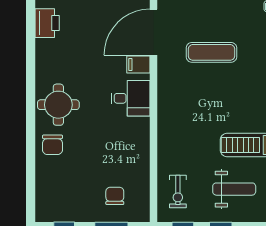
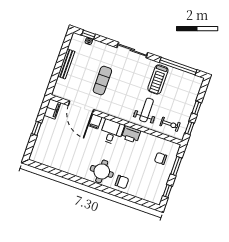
printer: (47, 23) -> (131, 134), moved, turned 180
weight bench: (234, 189) -> (146, 110), moved

